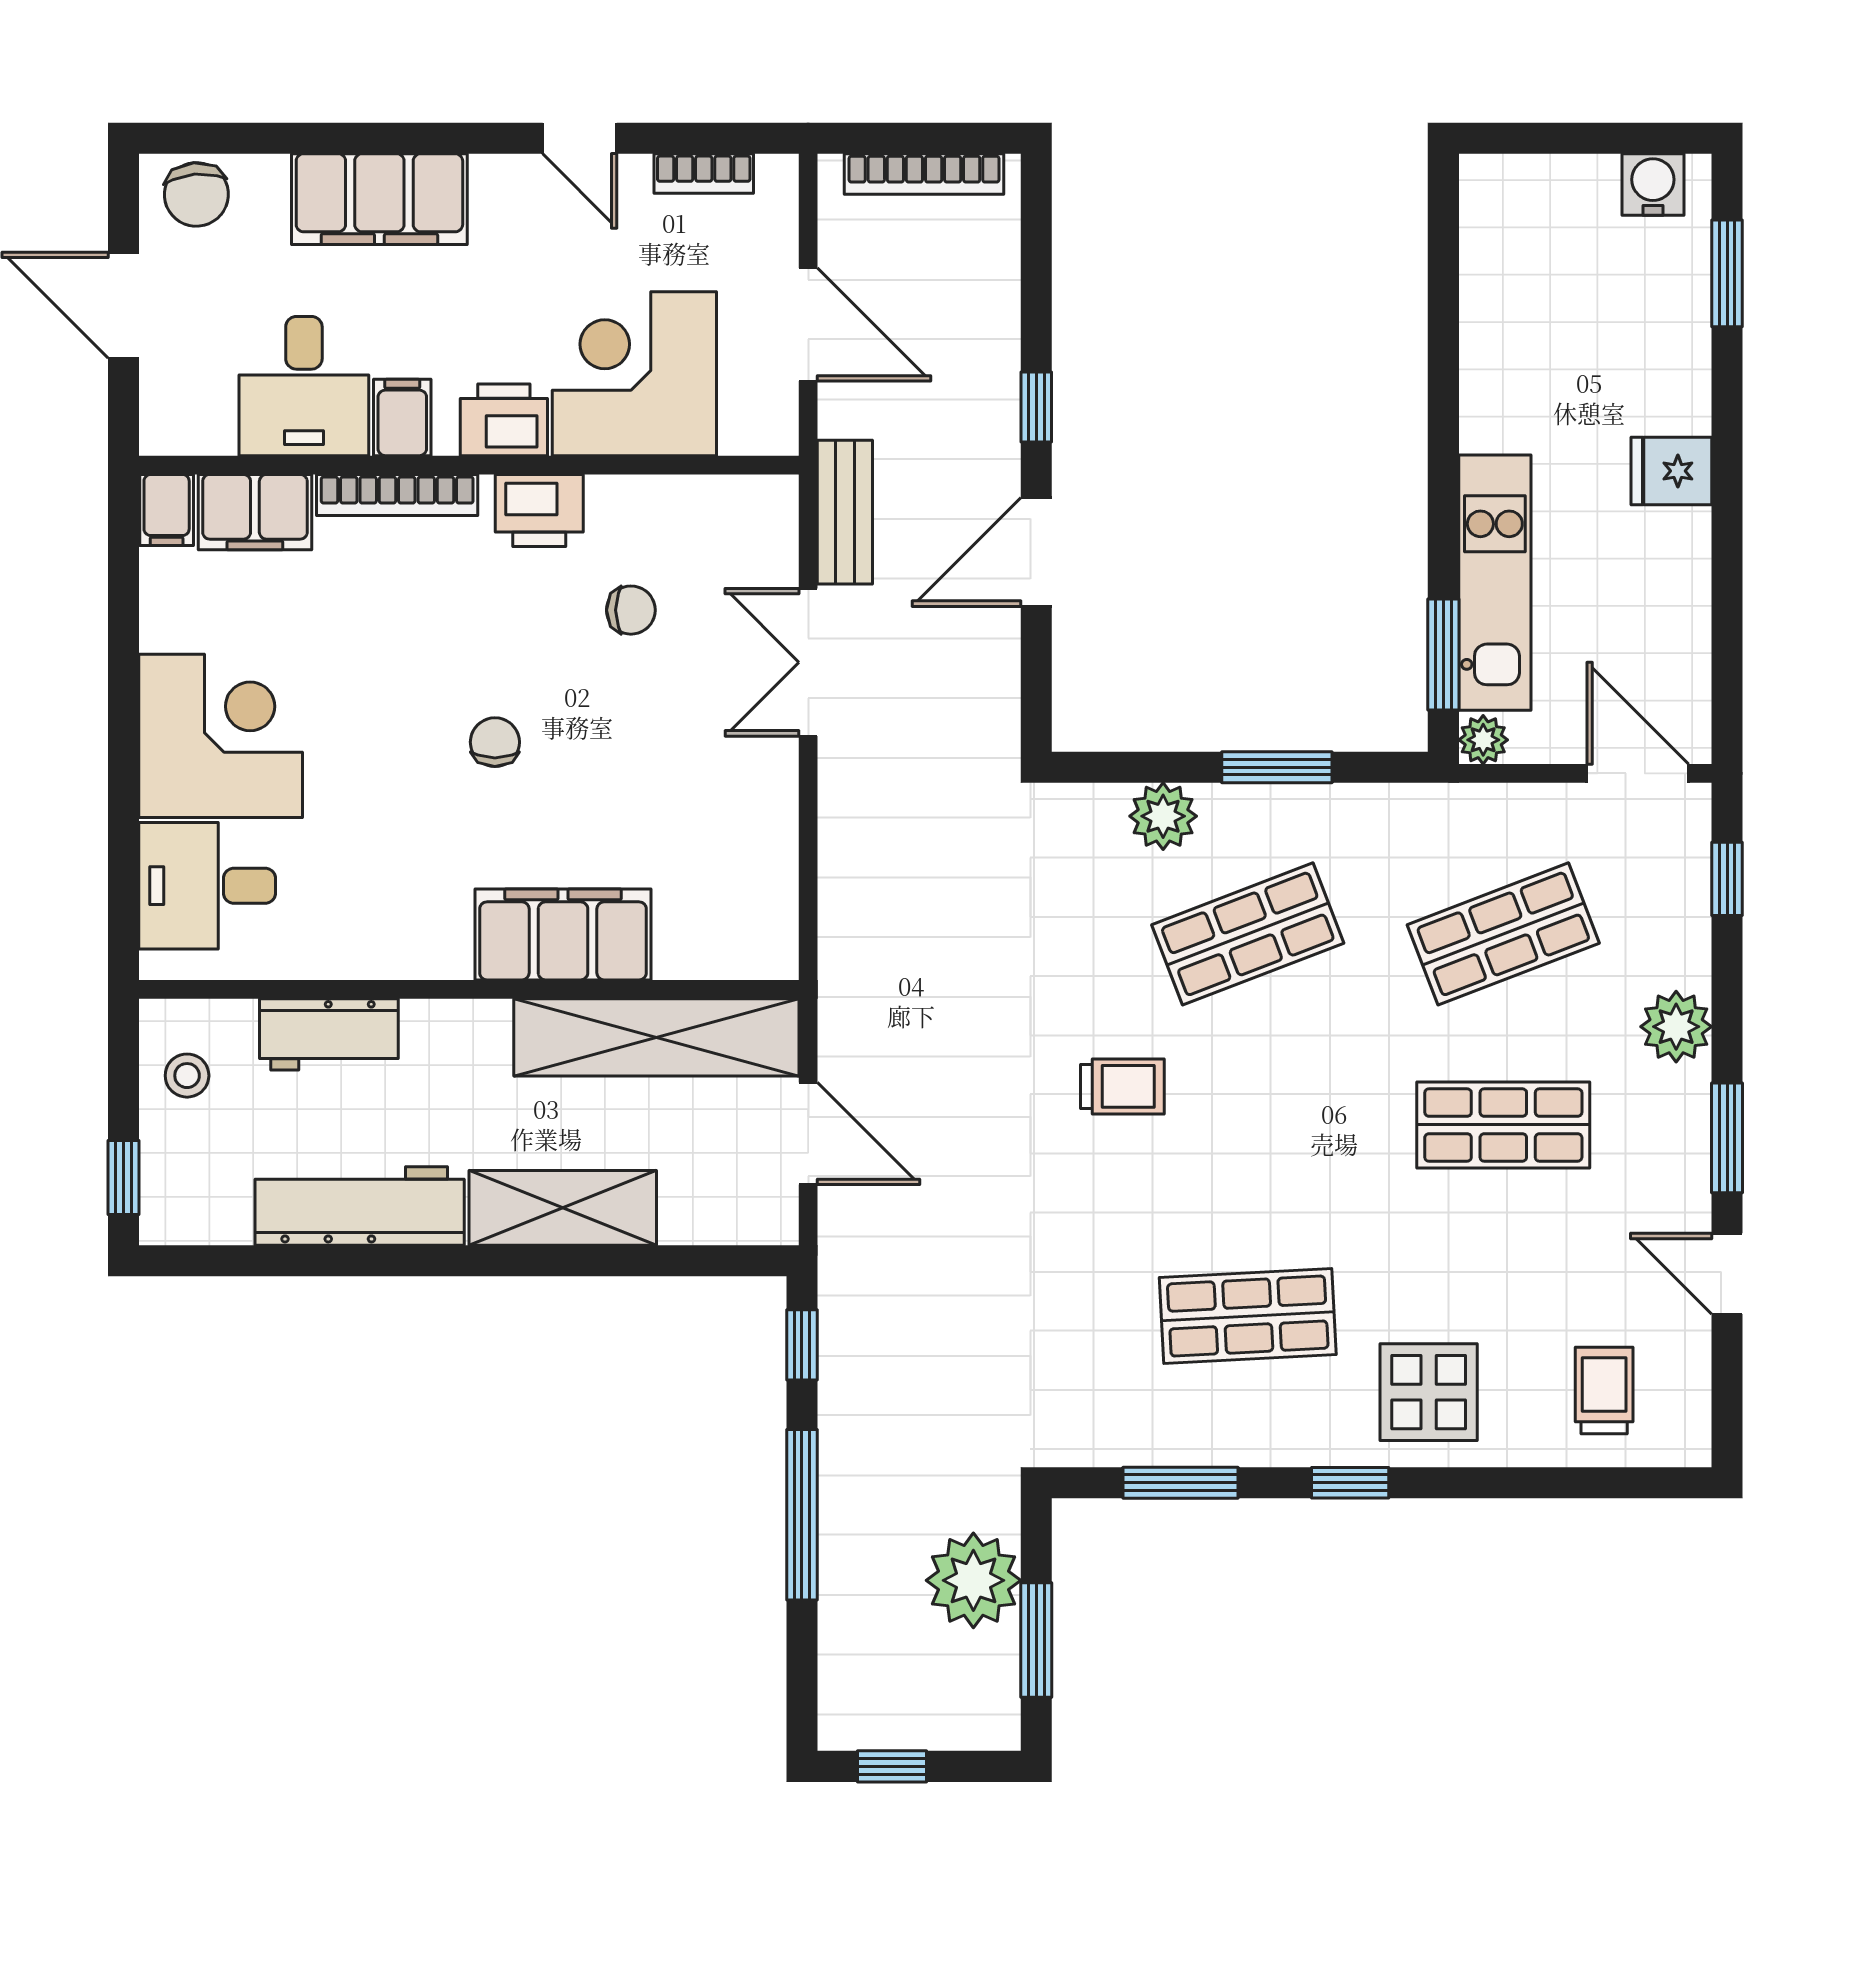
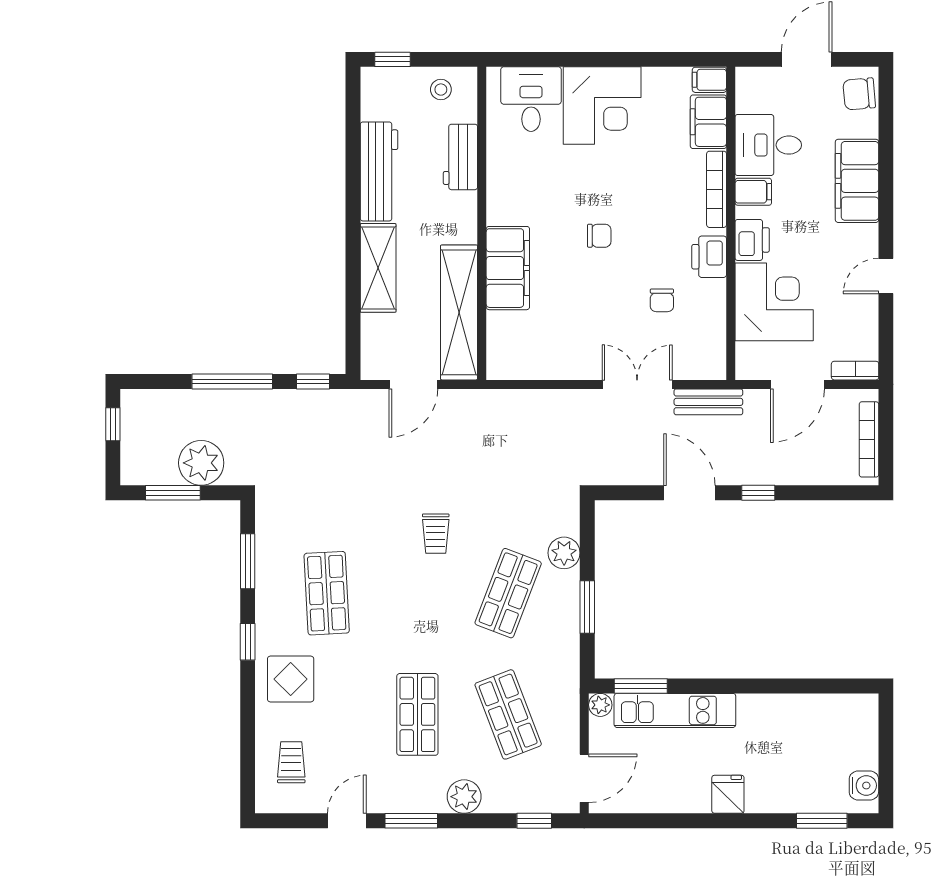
bookcase: (704, 173) -> (855, 371), moved, turned 90
shop shelf: (1248, 934) -> (508, 593), turned 42
trolley: (1604, 1391) -> (291, 762), turned -90

